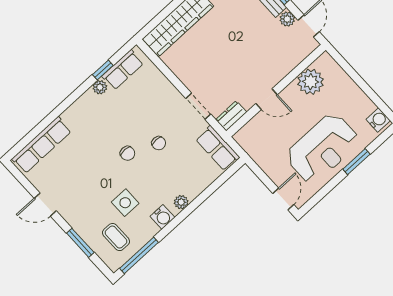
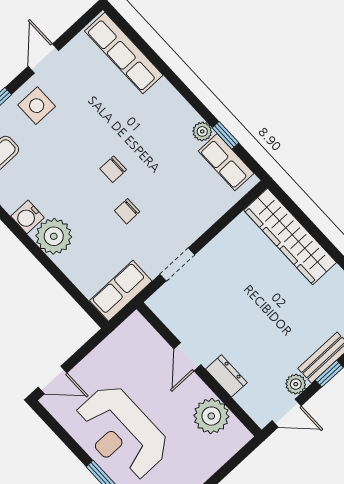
dresser: (231, 116) -> (226, 376), moved
plant: (181, 202) -> (54, 236), width x1.88, depth x1.88
side table: (125, 203) -> (37, 106), moved

